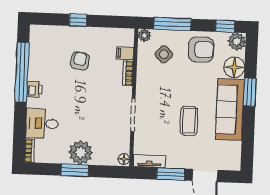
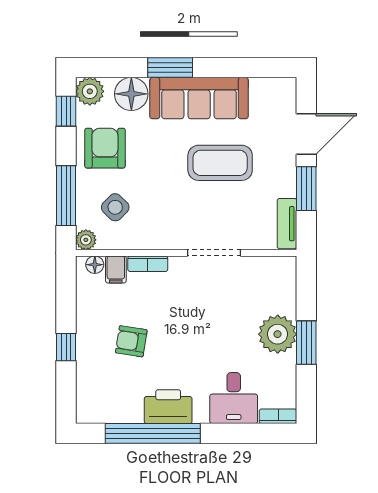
printer: (34, 89) -> (168, 407), width x1.87, depth x1.48
coffee table: (189, 121) -> (220, 163), width x1.36, depth x1.32
floor lamp: (124, 159) -> (95, 265), moved

